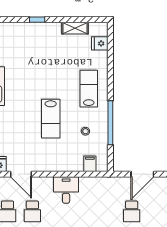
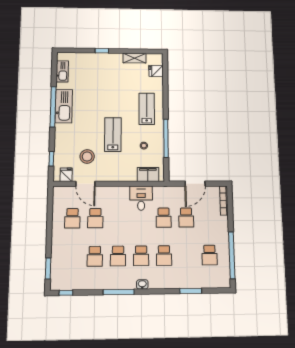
lab bench: (51, 119) -> (113, 135), turned 180
stool: (22, 144) -> (87, 157), added
filing cabinet: (90, 164) -> (148, 174), width x2.00
desk: (66, 190) -> (141, 198), moved
school desk: (107, 211) -> (164, 218), added

